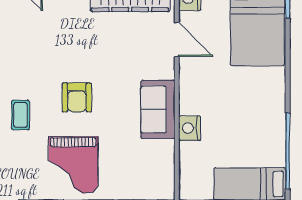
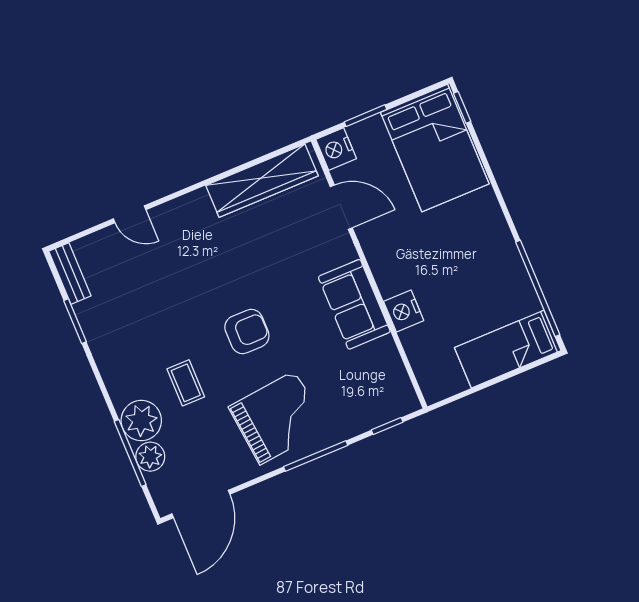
armchair: (77, 97) -> (247, 331), turned -90
grand piano: (73, 165) -> (278, 418), turned -96

